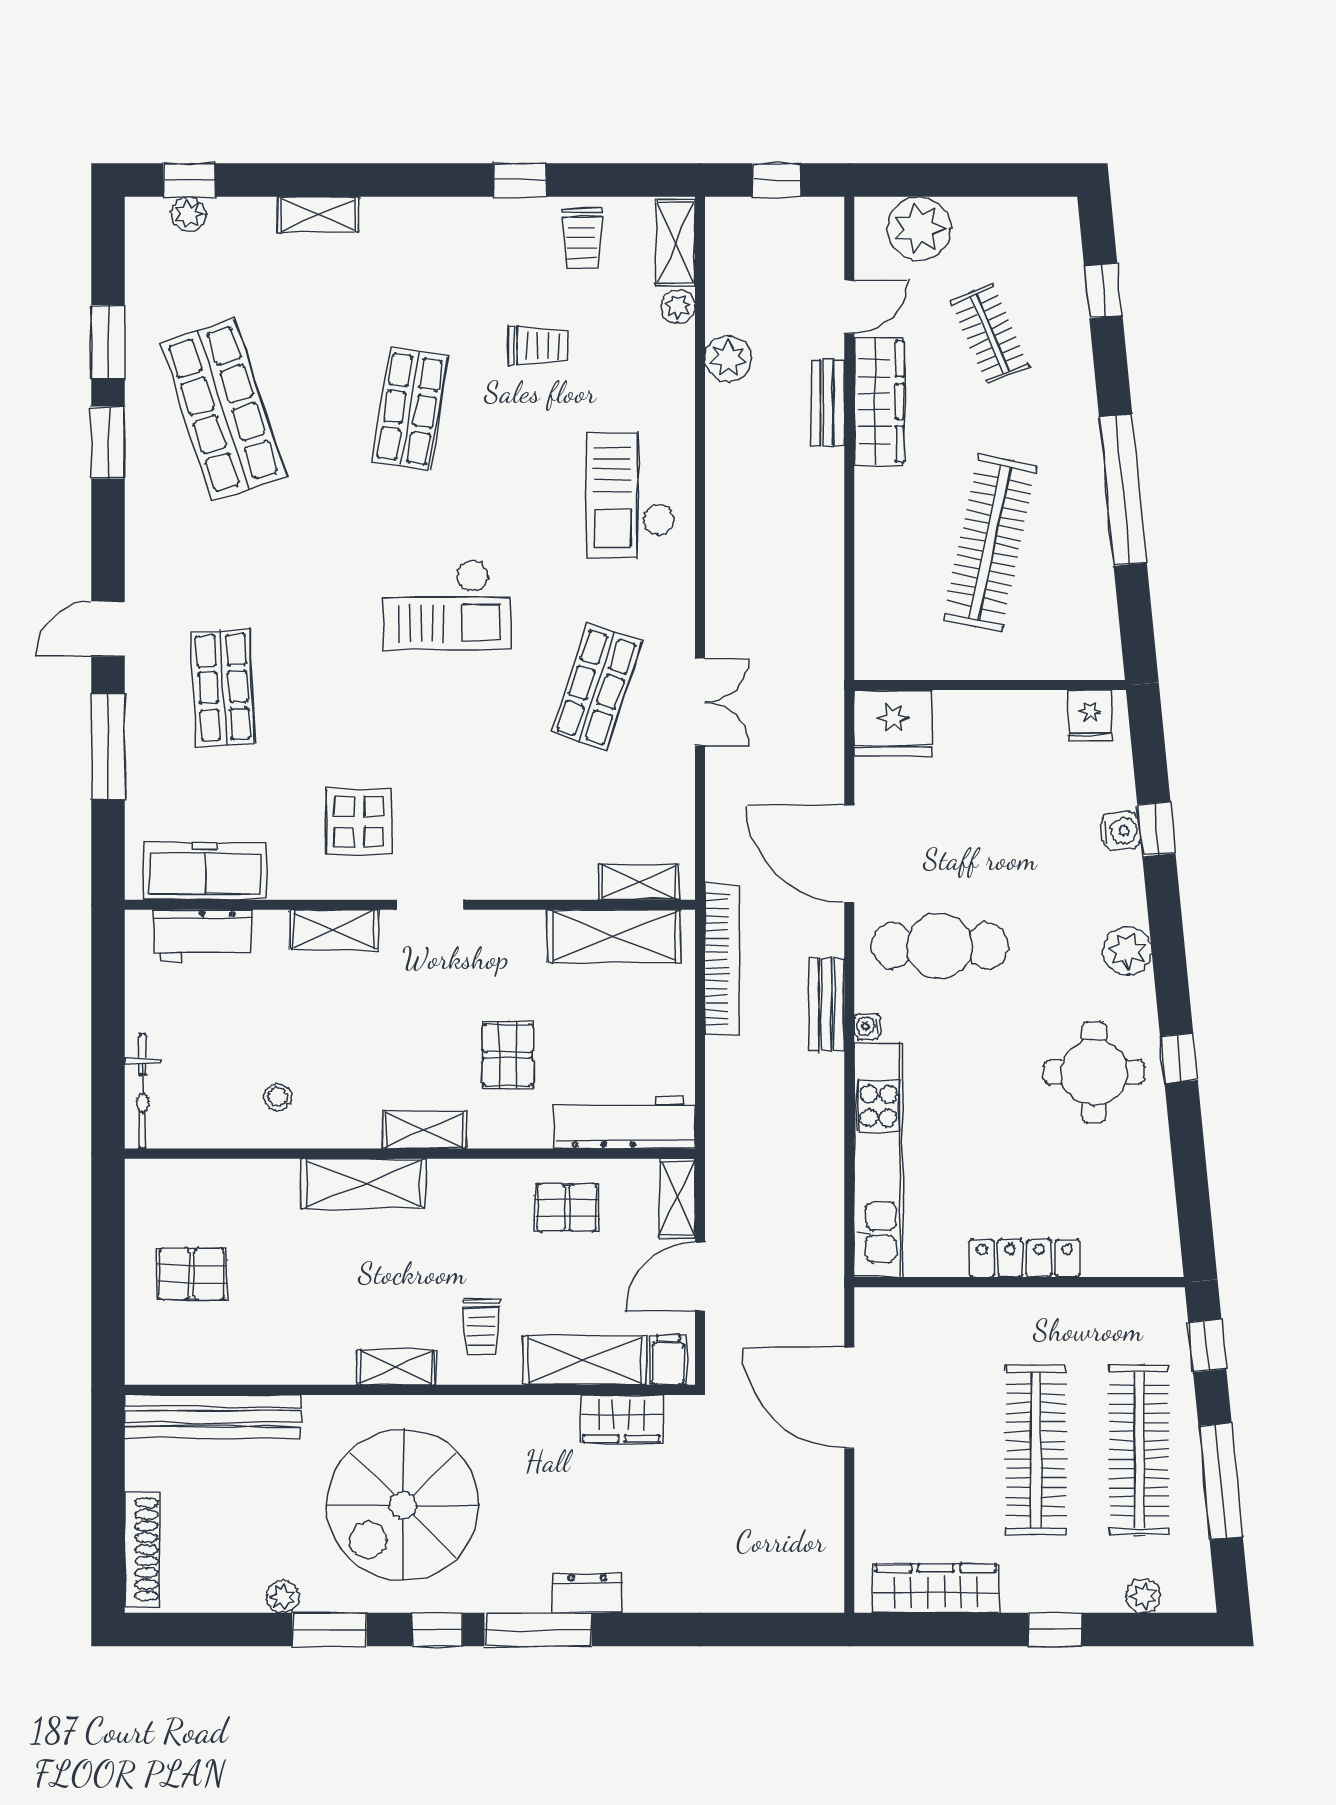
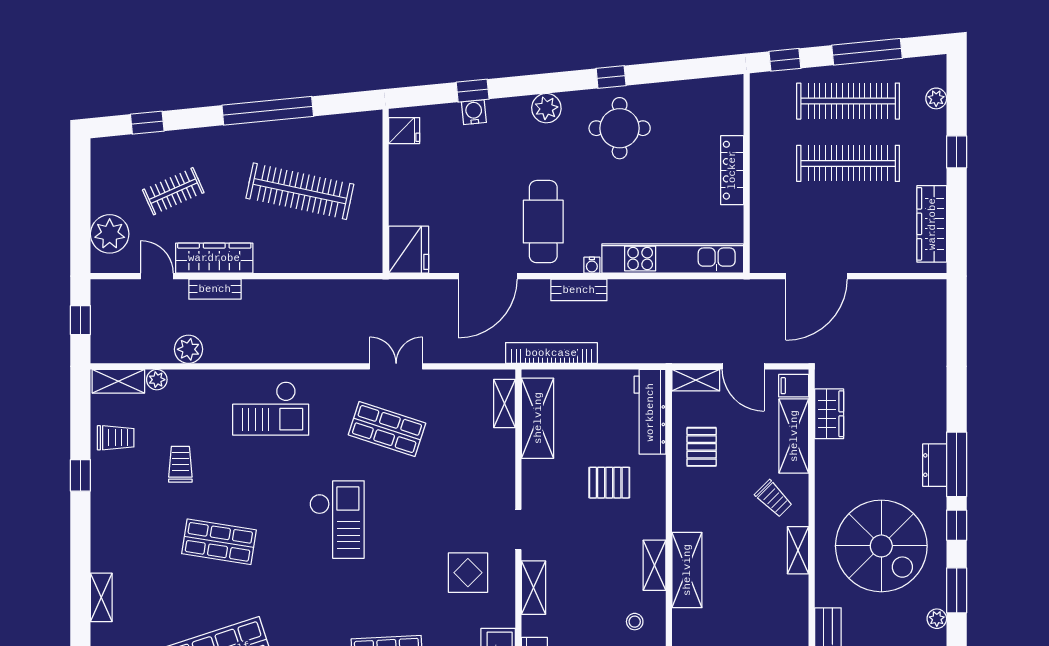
shelving: (424, 1130) -> (654, 565), moved
trolley: (481, 1327) -> (774, 499), turned 45
dresser: (587, 1593) -> (935, 465), moved

